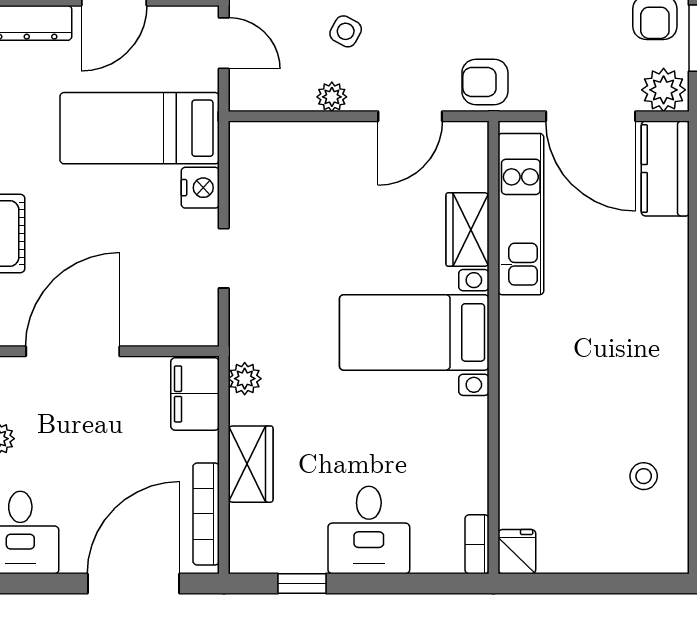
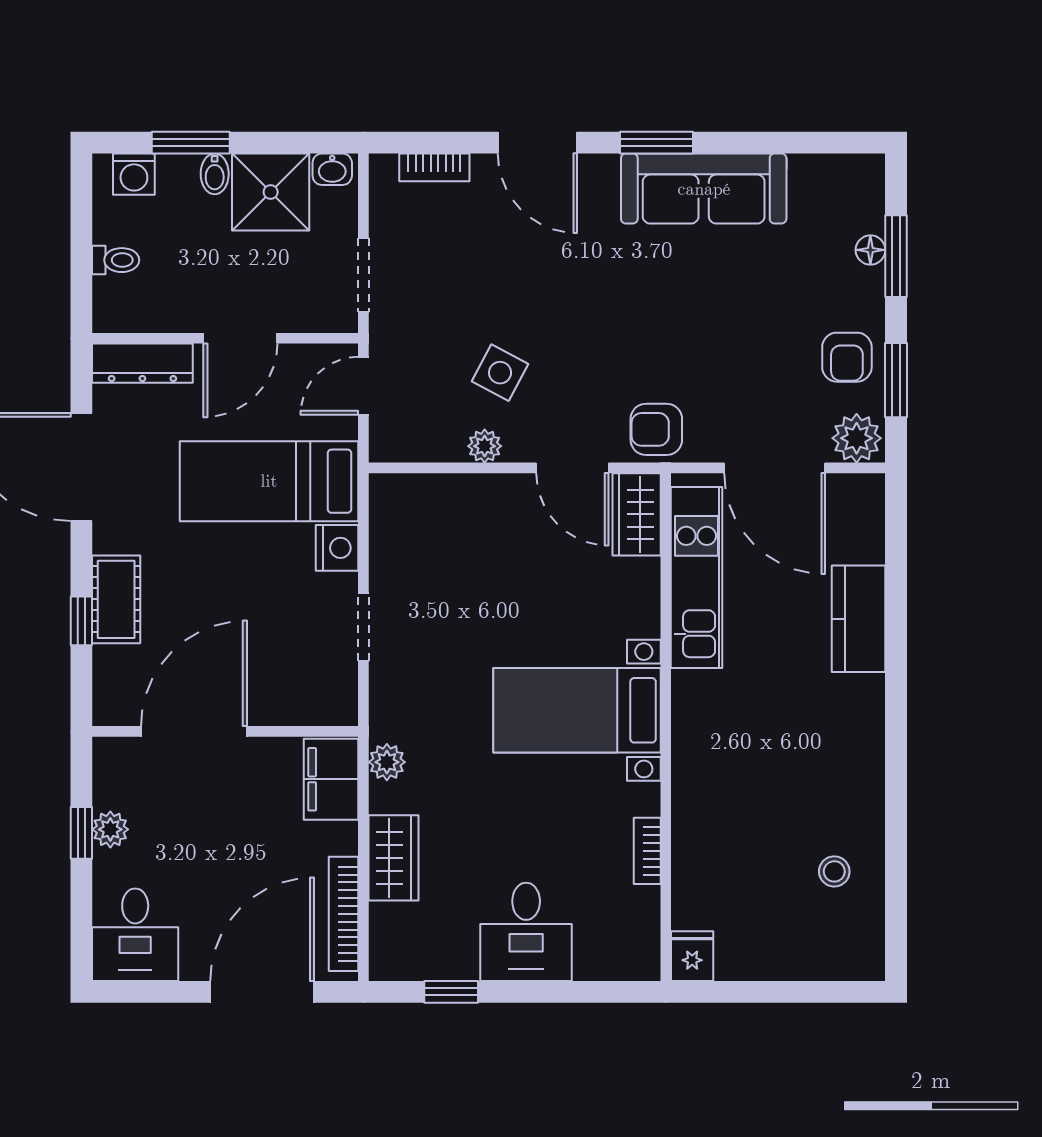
side table: (346, 31) -> (500, 373), width x1.37, depth x1.37
door: (224, 43) -> (363, 386), swing flipped
door: (410, 116) -> (572, 468), hinge flipped
kitchen counter: (665, 169) -> (859, 619), moved
wardrobe: (467, 230) -> (637, 514), moved
bookcase: (477, 544) -> (647, 851), moved

